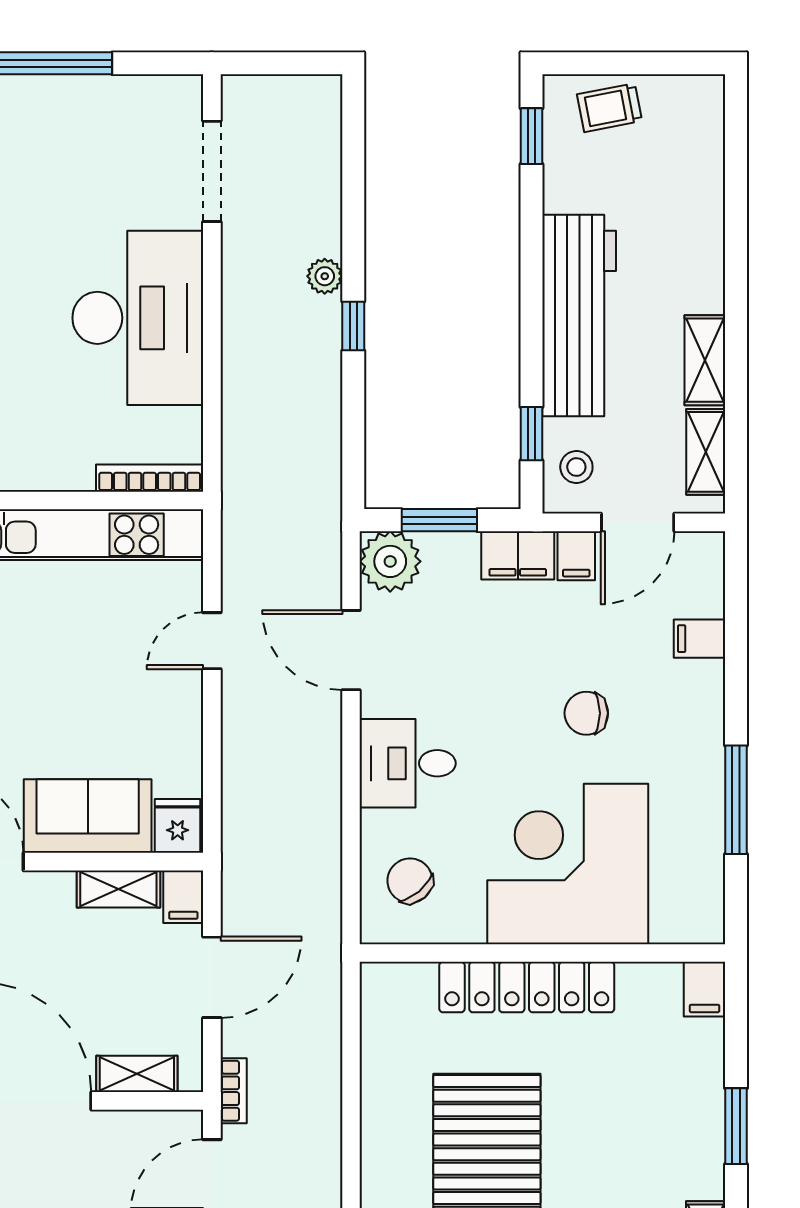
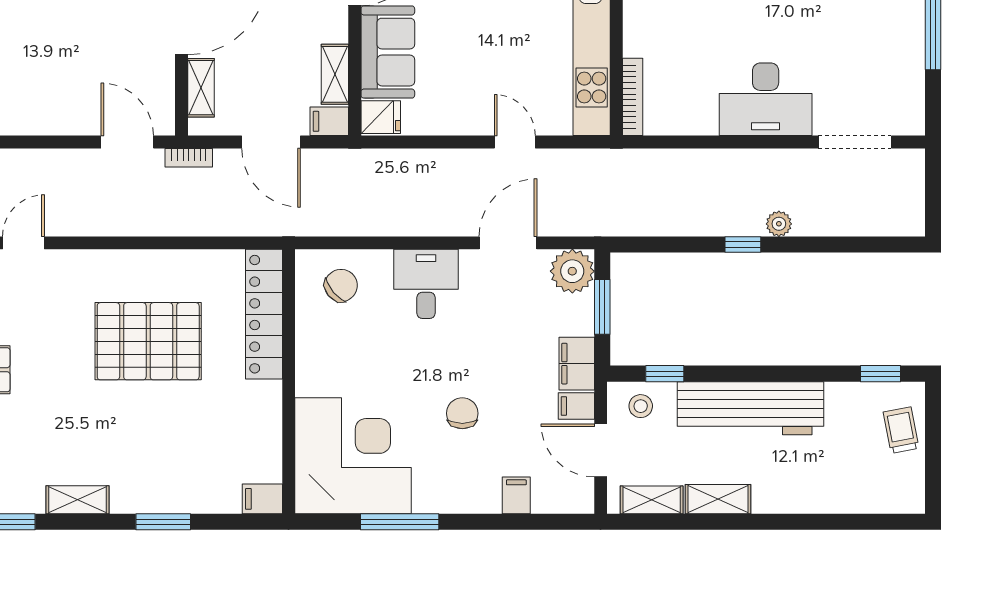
desk: (138, 318) -> (766, 99), width x0.73, depth x0.77
corner desk: (568, 864) -> (353, 456), moved
locker: (527, 987) -> (264, 314), moved

